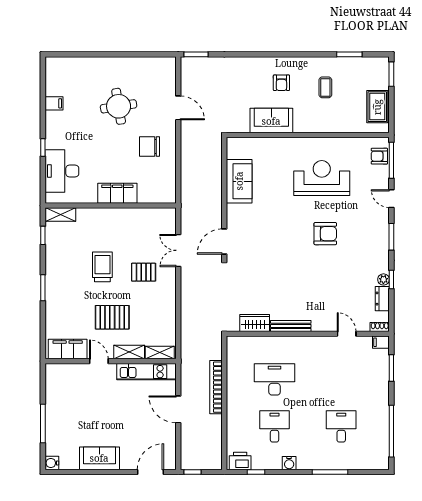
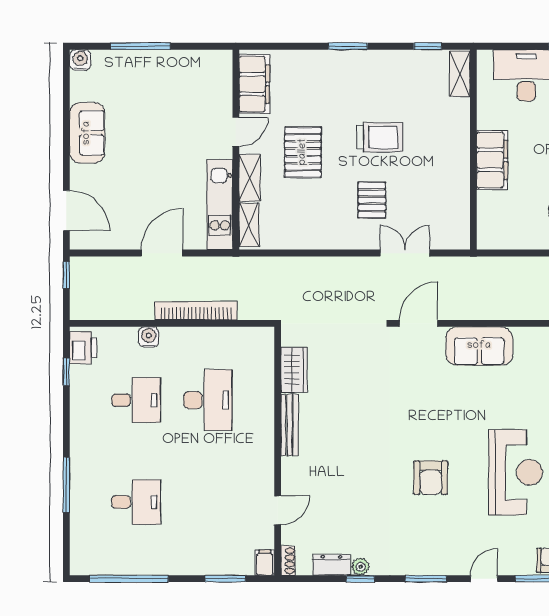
sofa: (239, 181) -> (479, 346), moved
door: (224, 242) -> (419, 323), hinge flipped
water cooler: (289, 463) -> (149, 337), moved, turned 90

